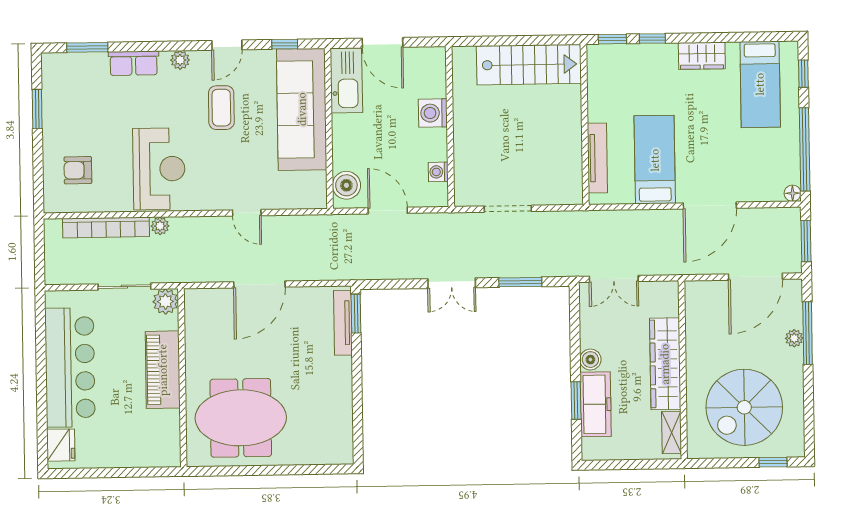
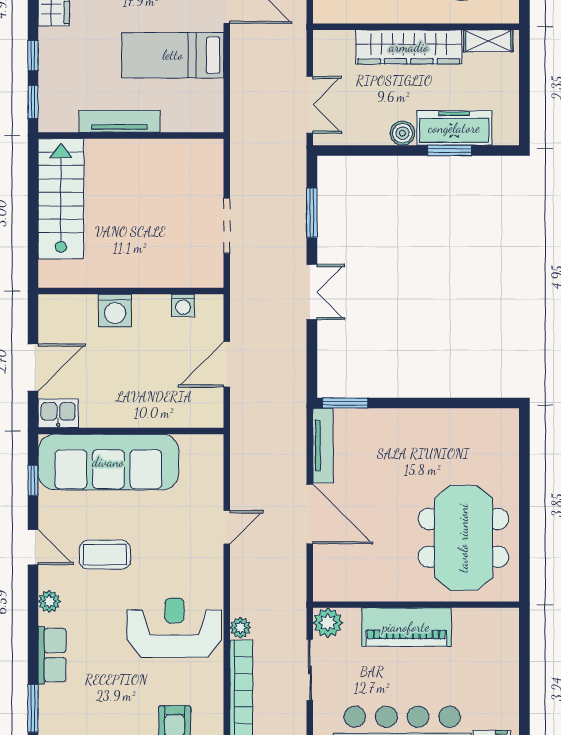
kitchen sink: (346, 80) -> (58, 413), width x0.53, depth x0.81
tv unit: (597, 158) -> (119, 121), moved
boiler: (346, 185) -> (197, 412), removed
tv unit: (343, 323) -> (323, 446), moved, turned -90

